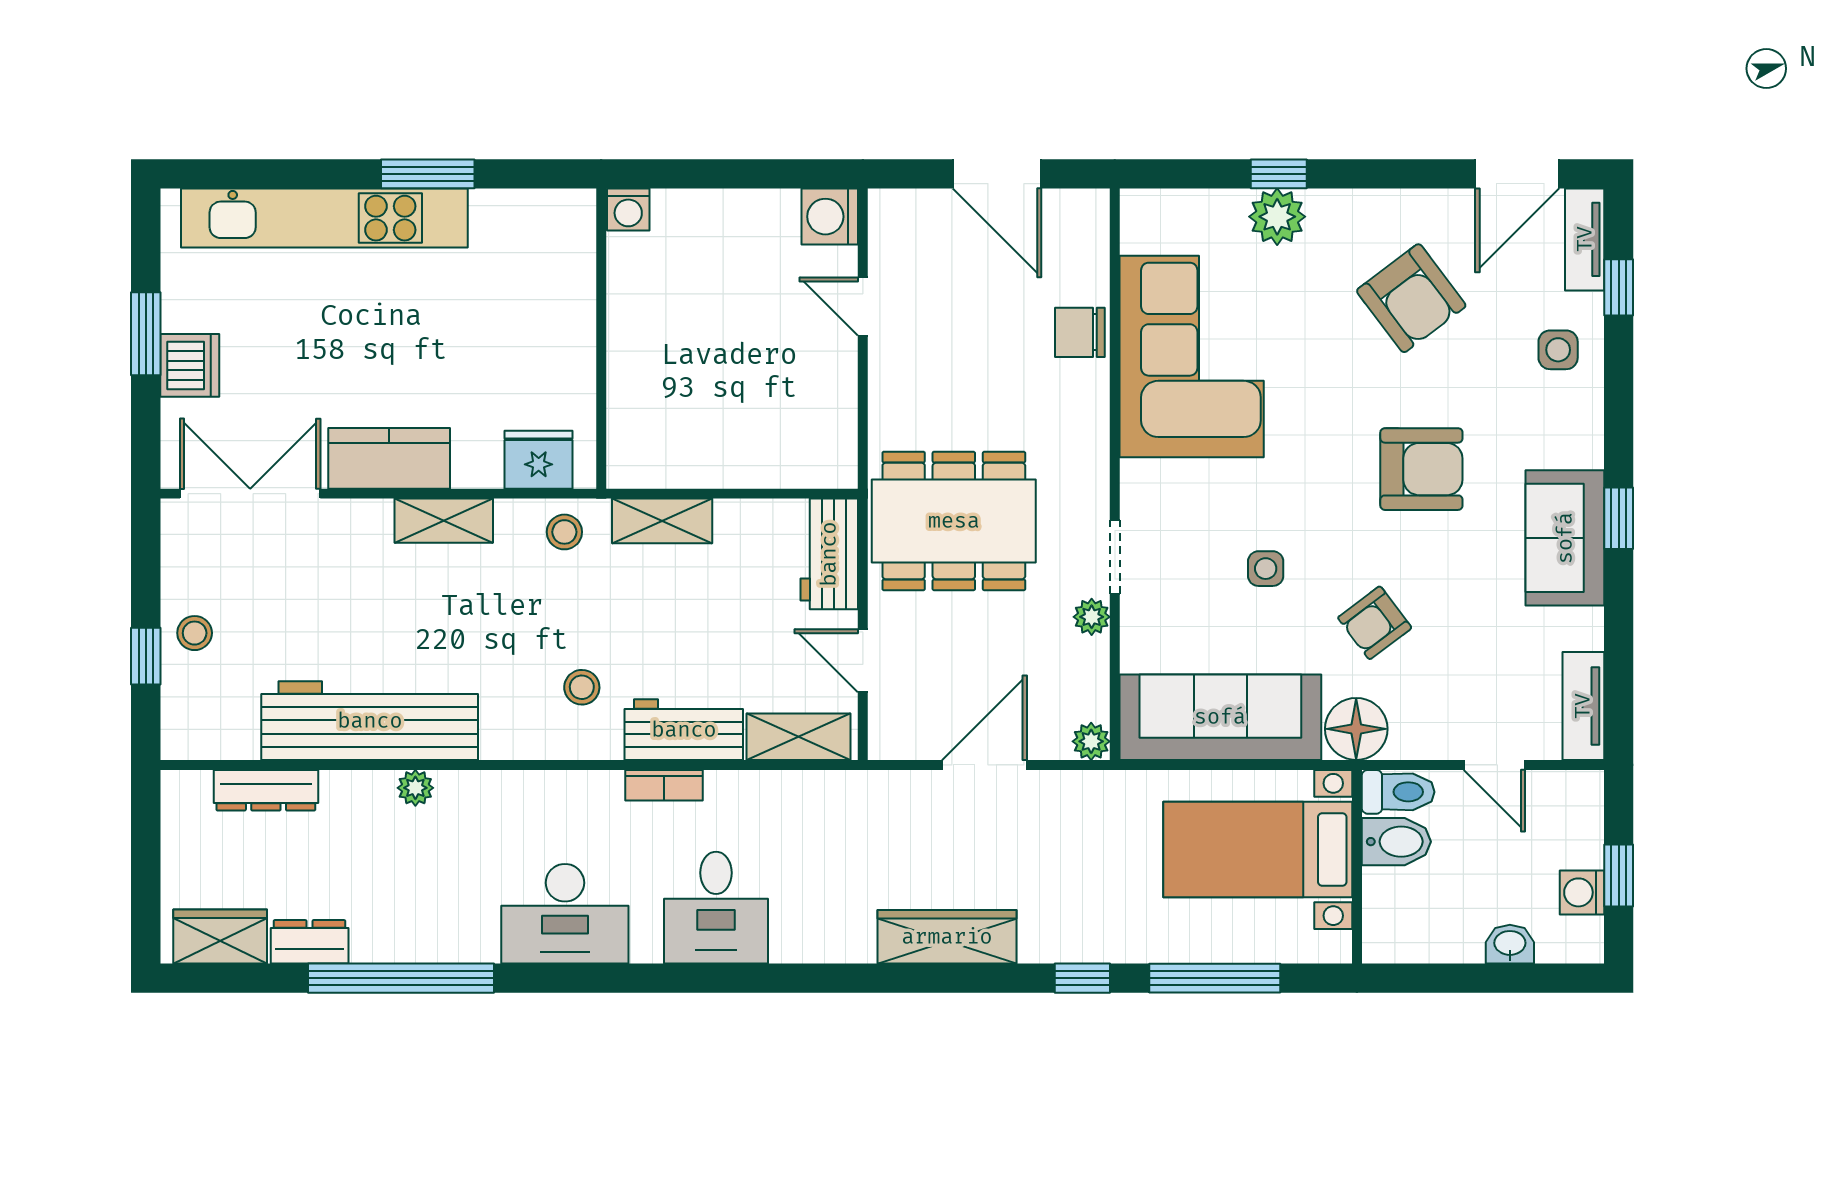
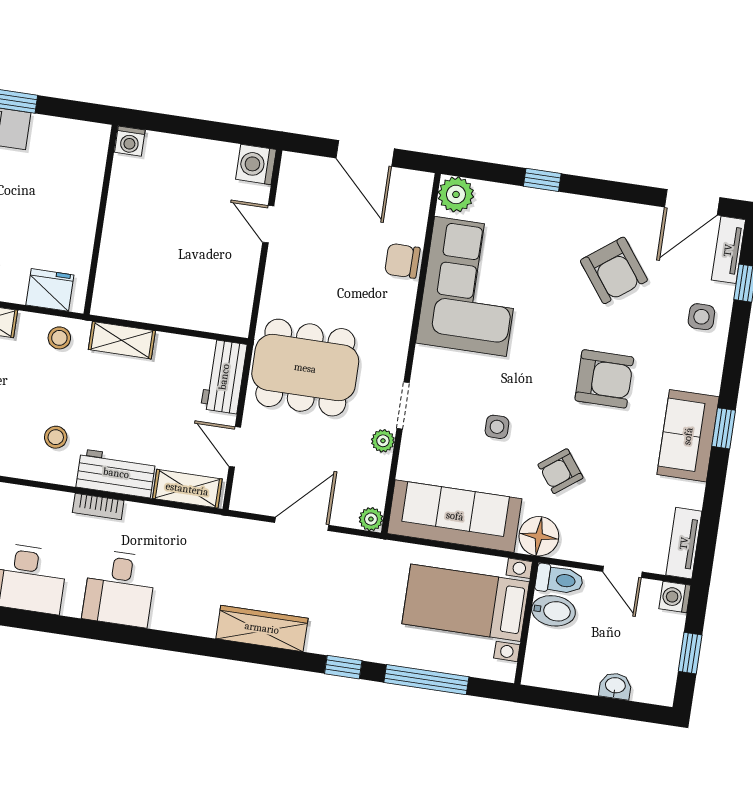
plant: (1277, 217) -> (456, 194), moved
washing machine: (1582, 892) -> (675, 597), moved

